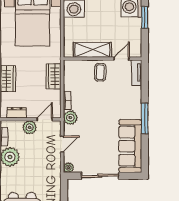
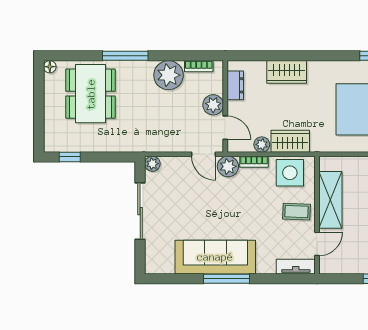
door: (122, 59) -> (317, 244), hinge flipped
side table: (75, 77) -> (290, 173), added
plant: (56, 95) -> (262, 144), added
door: (62, 144) -> (203, 154), moved
sofa: (130, 146) -> (215, 257), moved

